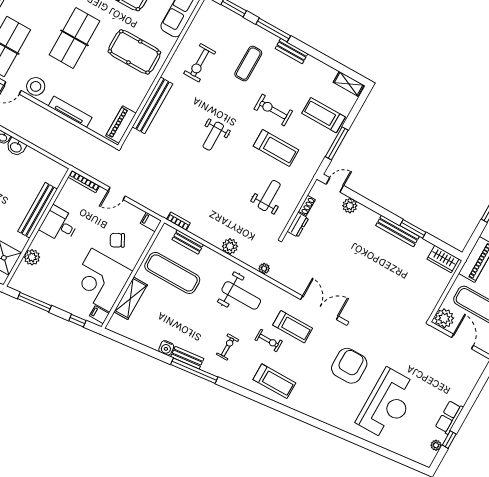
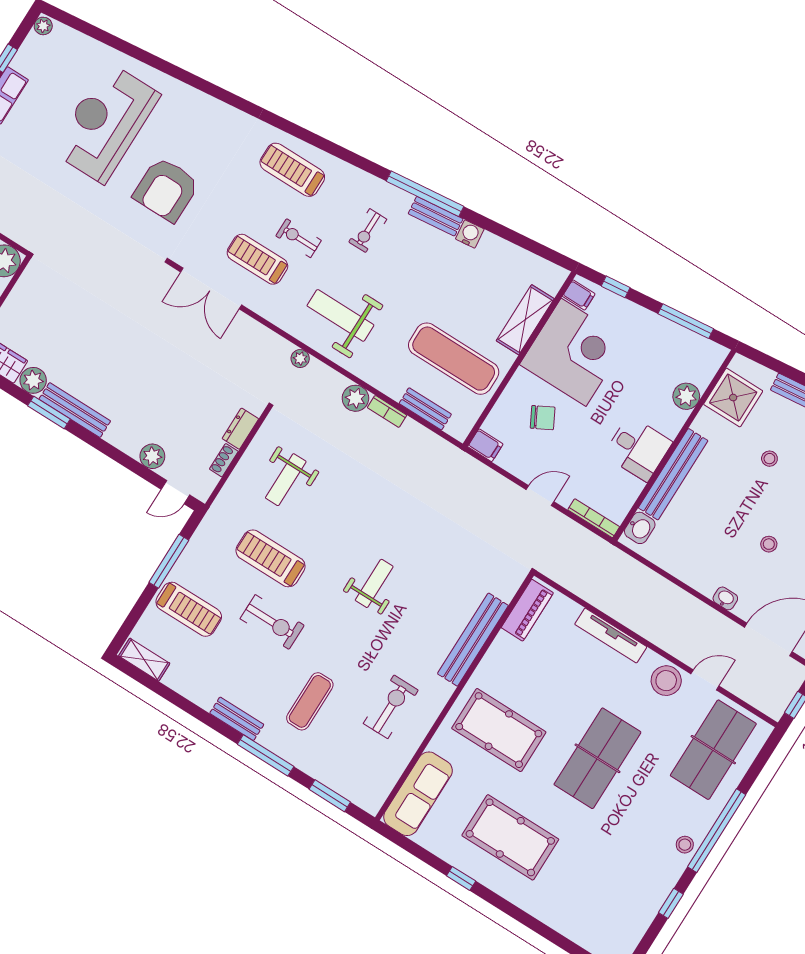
washbasin: (16, 147) -> (640, 528), moved, turned 90
bookcase: (178, 221) -> (387, 411), moved
plant: (423, 248) -> (33, 380), added
plant: (436, 445) -> (43, 26), moved

